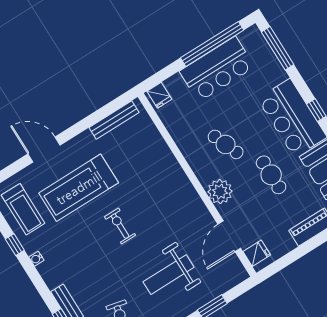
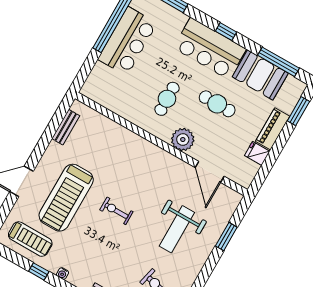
fridge: (159, 95) -> (92, 87), removed
bench: (114, 120) -> (66, 127), width x0.73
cafe table: (226, 144) -> (167, 99), turned -69
fridge: (257, 253) -> (257, 153), moved, turned -90

